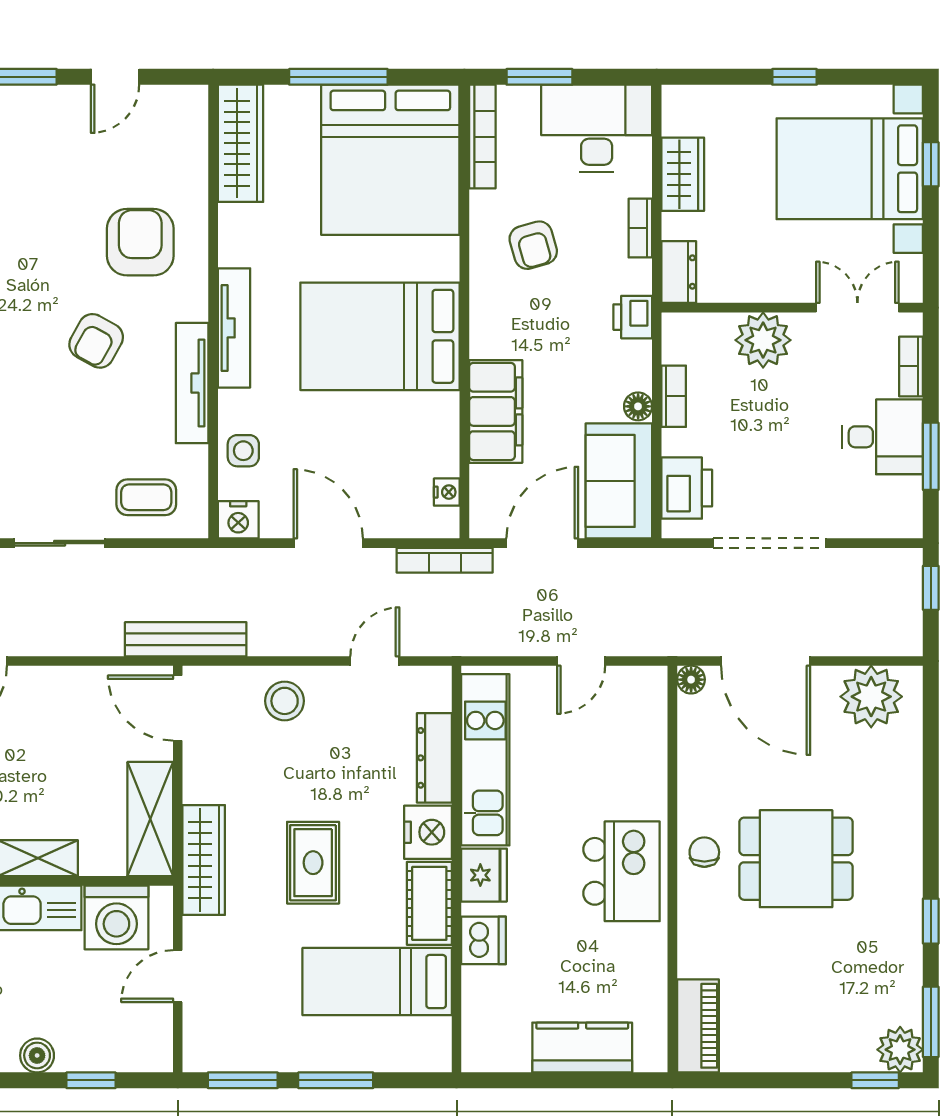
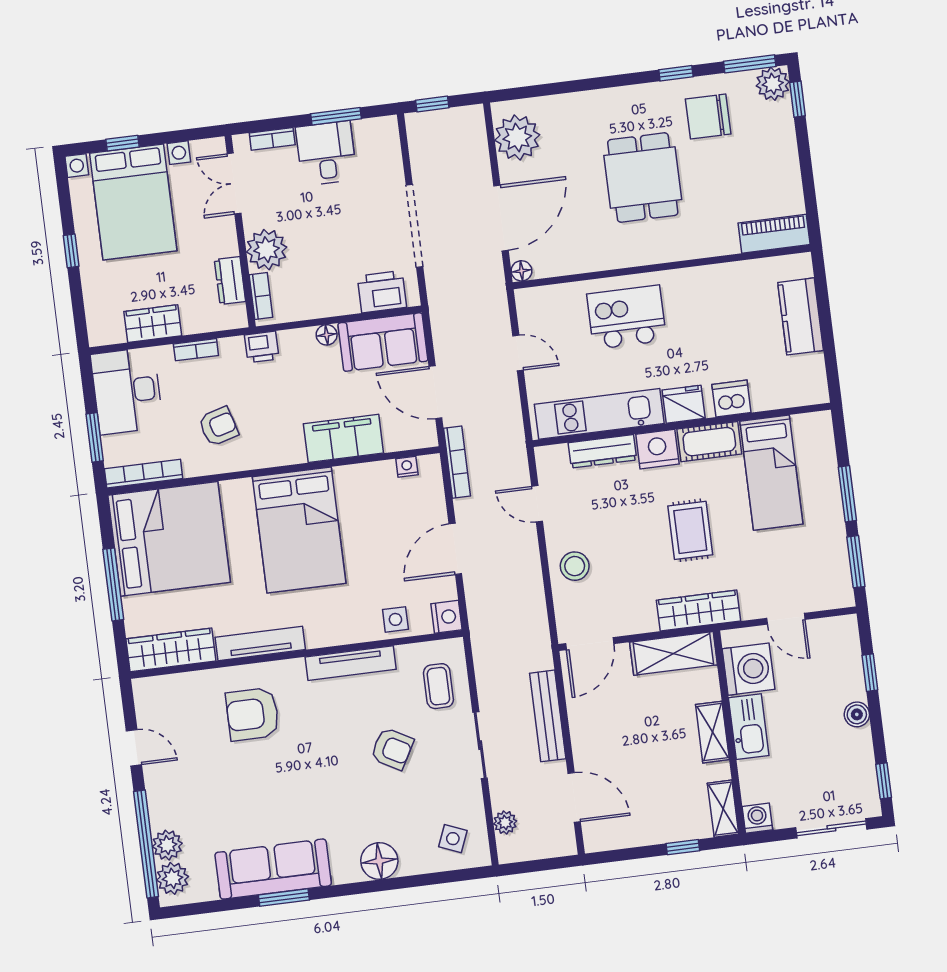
dresser: (679, 272) -> (230, 281), moved, turned -90
tv unit: (234, 328) -> (260, 643), moved
armchair: (96, 341) -> (392, 749), moved
bookcase: (674, 396) -> (261, 296), moved, turned 90
bench: (186, 639) -> (548, 716), moved
chair: (704, 852) -> (708, 117), moved, width x1.87, depth x1.87
rug: (313, 863) -> (690, 530), turned 90
kitchen island: (621, 871) -> (627, 317), moved

